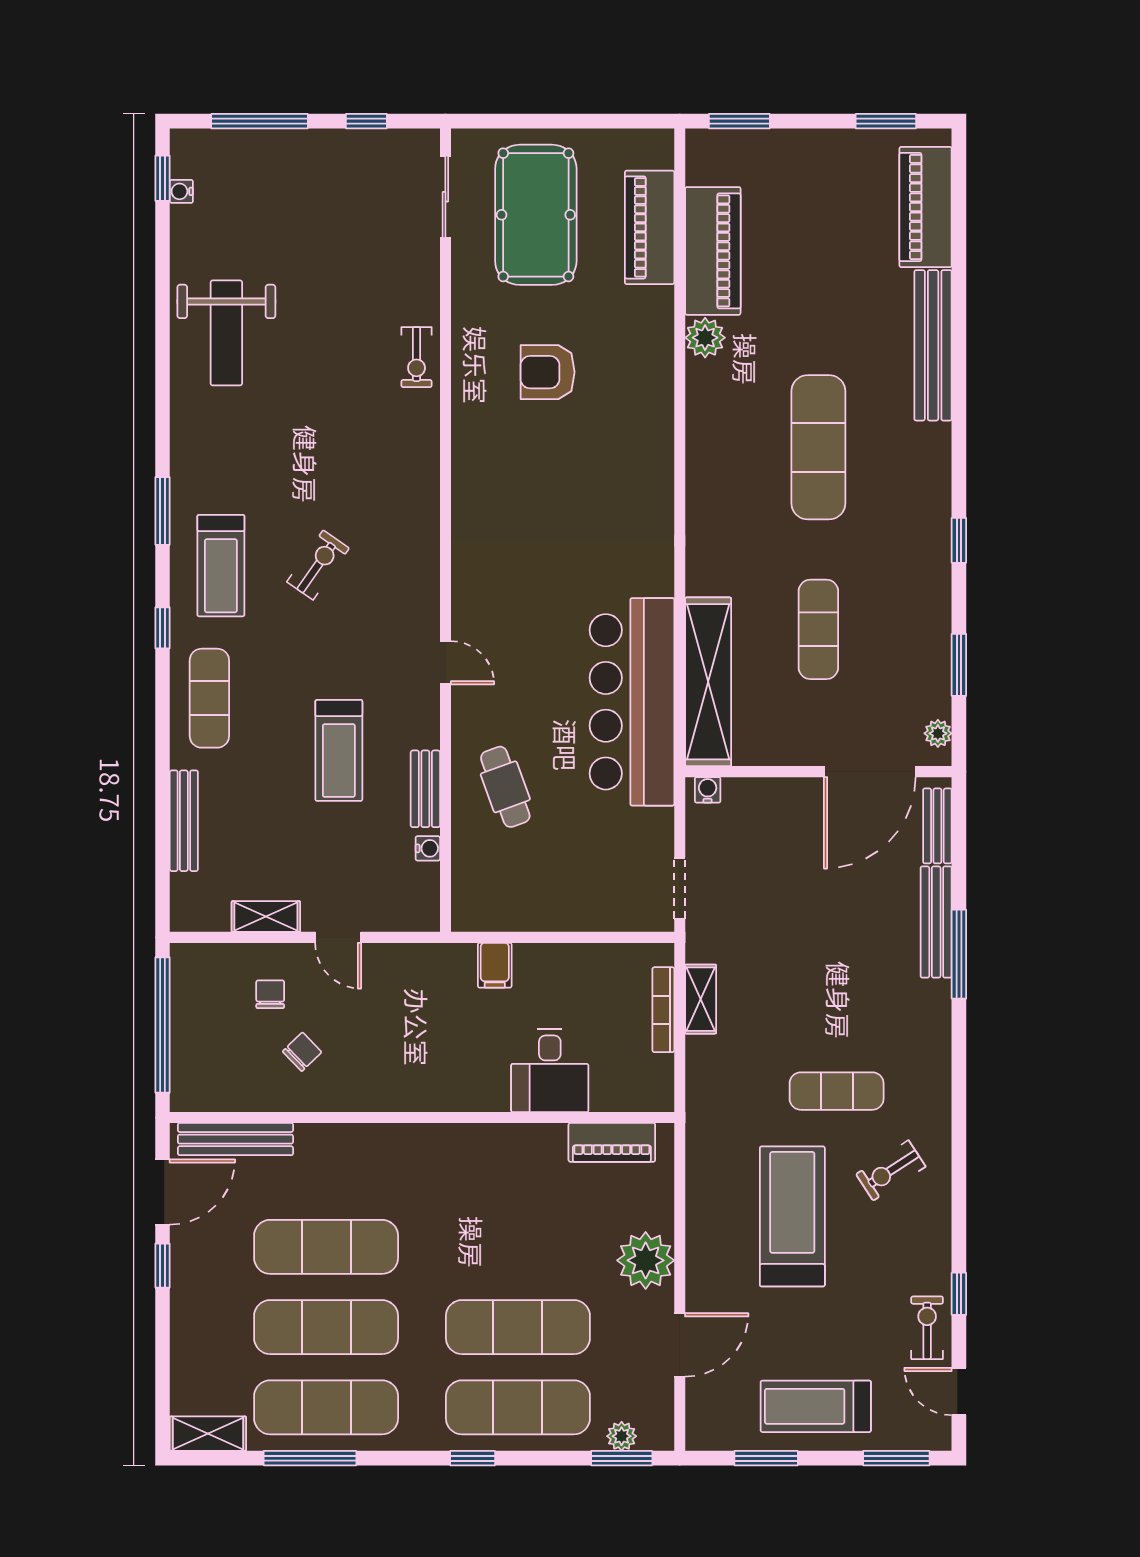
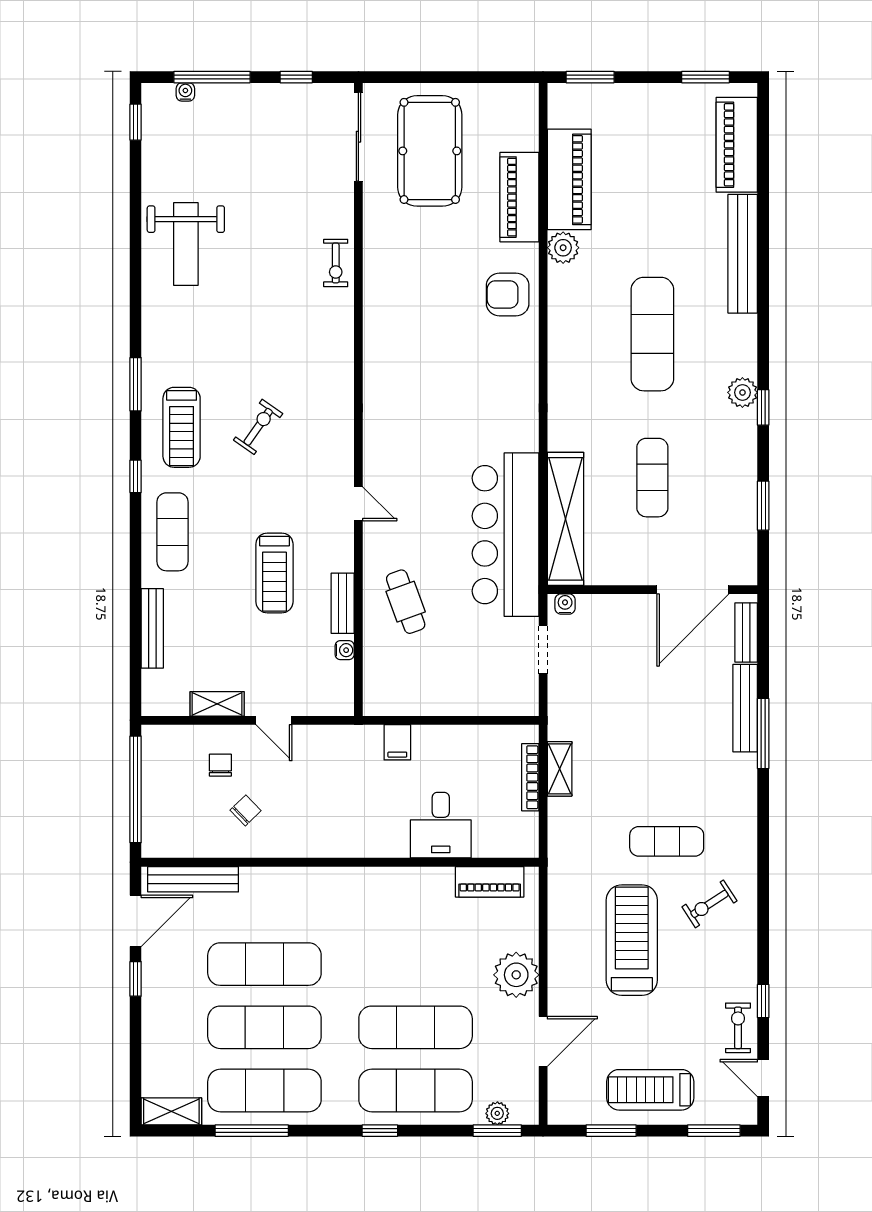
water cooler: (181, 191) -> (185, 92), moved, turned 90
sliding door: (445, 197) -> (358, 137), width x1.37
piano: (650, 227) -> (519, 197), moved
armchair: (548, 372) -> (508, 294), moved
plant: (938, 733) -> (742, 392), moved, width x1.38, depth x1.38
doorway: (680, 888) -> (543, 650), moved

